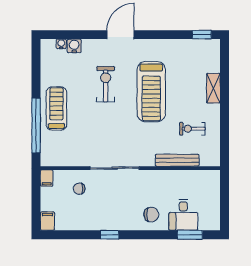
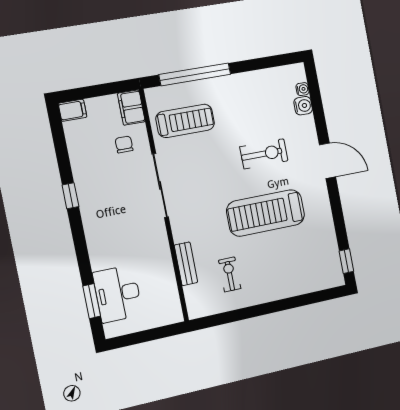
shelving: (213, 88) -> (285, 290), removed
treadmill: (56, 109) -> (185, 121), moved
bench: (177, 160) -> (186, 264), width x0.73
filing cabinet: (47, 178) -> (131, 108), width x2.00
chair: (151, 215) -> (108, 245), removed
desk: (183, 215) -> (118, 294), width x1.37

